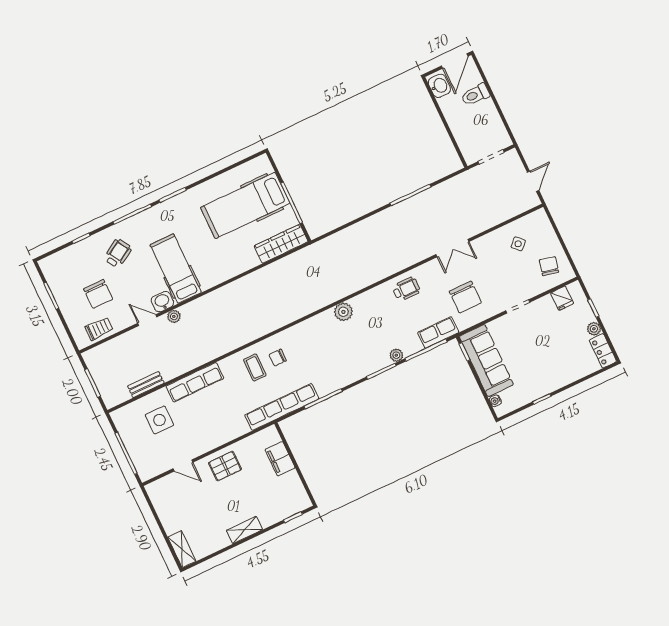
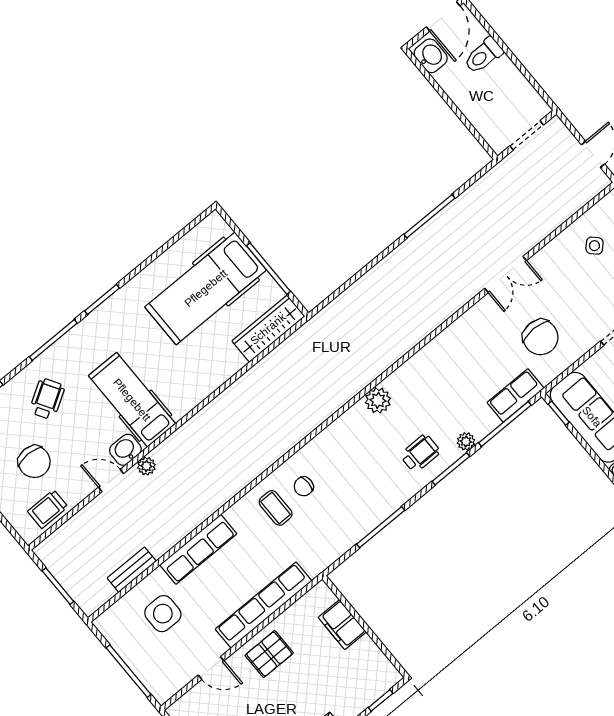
wheelchair: (406, 289) -> (420, 453), moved
trolley: (99, 329) -> (48, 509), turned 180
row of seats: (282, 407) -> (264, 605), moved

